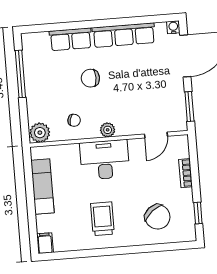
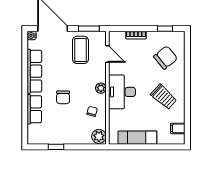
window: (20, 74) -> (56, 147), width x0.46
coffee table: (159, 97) -> (80, 50), added
trolley: (102, 219) -> (164, 97), turned -138
filing cabinet: (45, 243) -> (178, 128), moved

